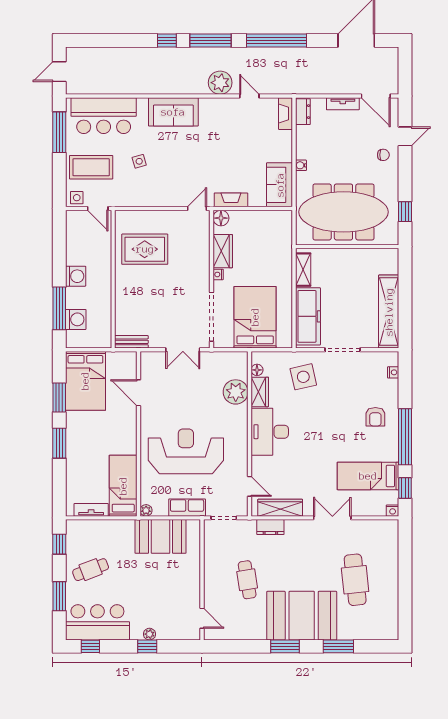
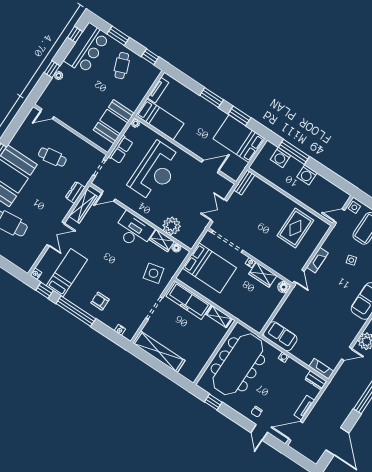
fireplace: (231, 200) -> (317, 260), moved

